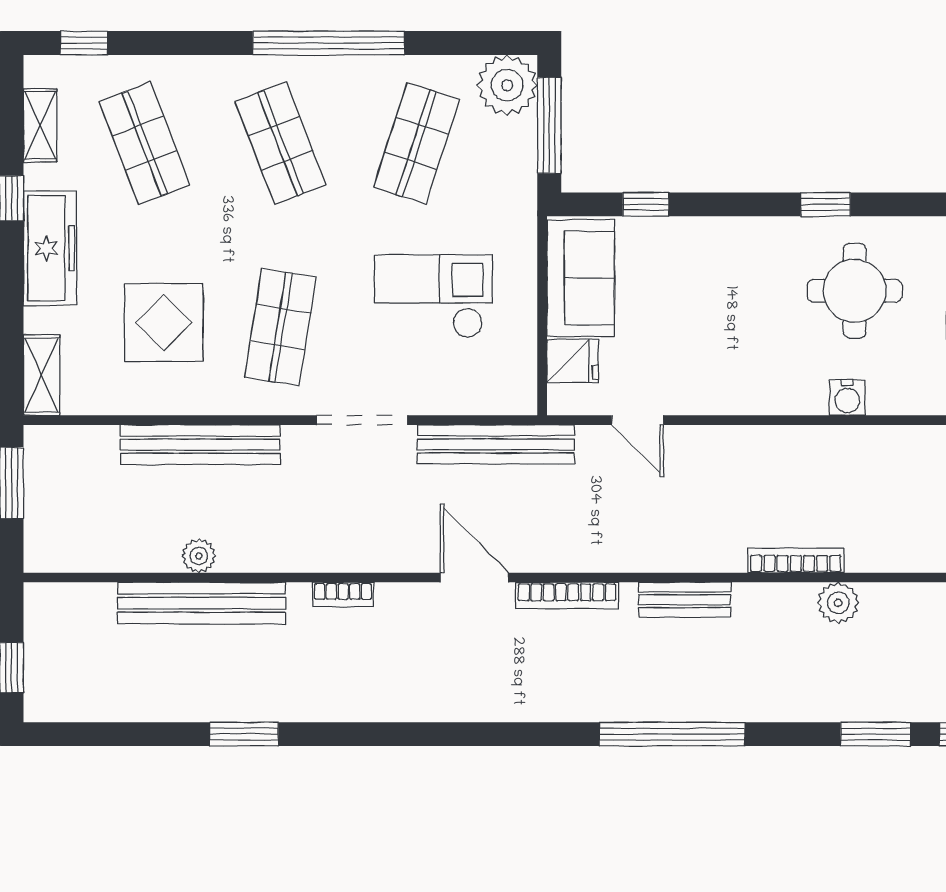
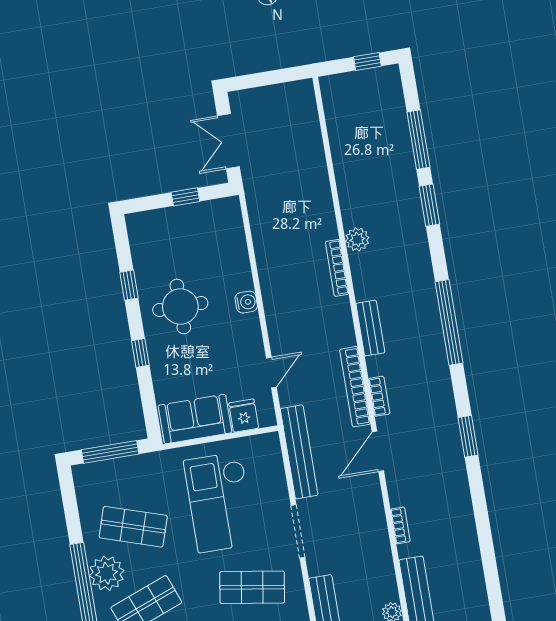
plant: (507, 85) -> (107, 573), moved
window: (646, 204) -> (140, 353), moved
round table: (855, 291) -> (180, 306), moved
checkout: (433, 296) -> (220, 502), width x1.36, depth x1.21
water cooler: (847, 398) -> (246, 302), moved
bookcase: (590, 557) -> (355, 387), added
bookcase: (567, 595) -> (379, 396), width x0.64
window: (244, 734) -> (468, 436), moved

